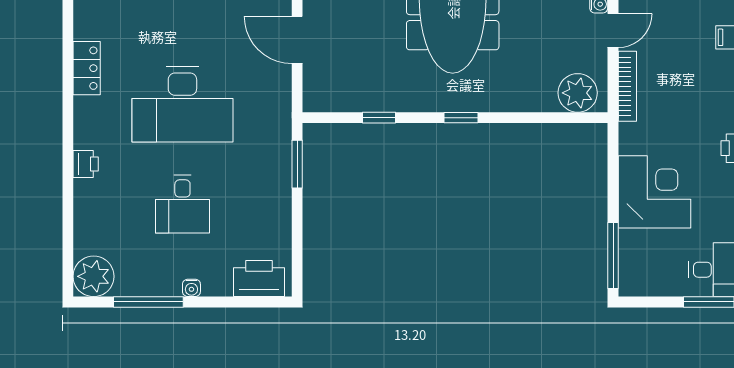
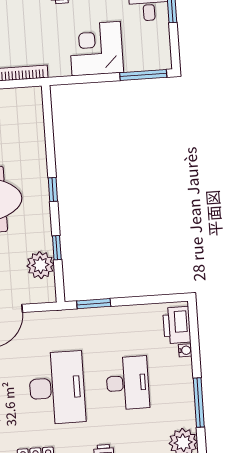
plant: (578, 93) -> (40, 265), moved
desk: (182, 204) -> (128, 383), width x1.37
water cooler: (191, 288) -> (185, 350), moved

